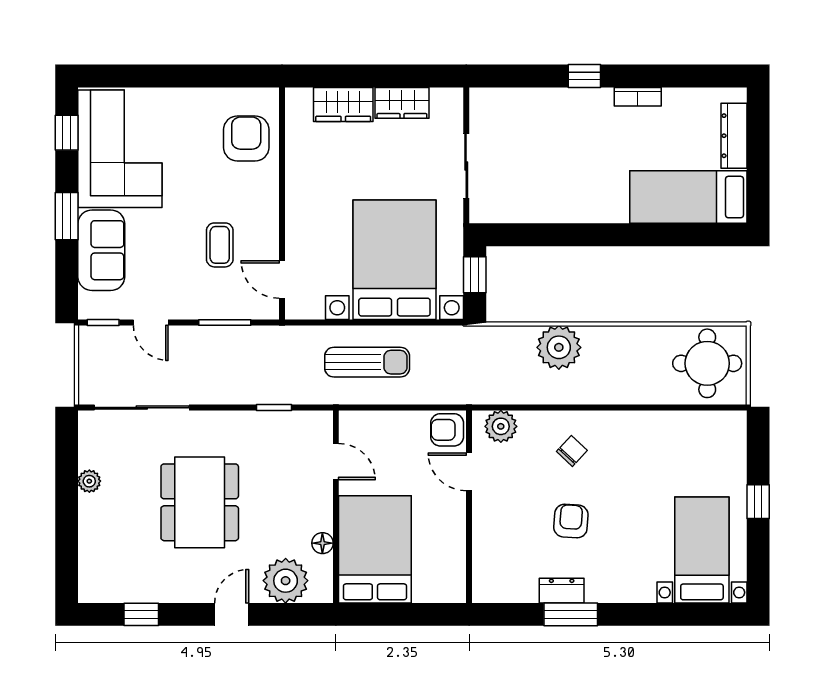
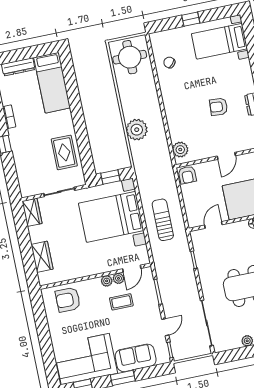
wardrobe: (402, 103) -> (32, 212), moved
rug: (543, 192) -> (64, 152), added
plant: (268, 224) -> (107, 281), added
plant: (268, 249) -> (118, 278), added
chair: (572, 451) -> (169, 62), moved
door: (469, 472) -> (226, 156), moved

